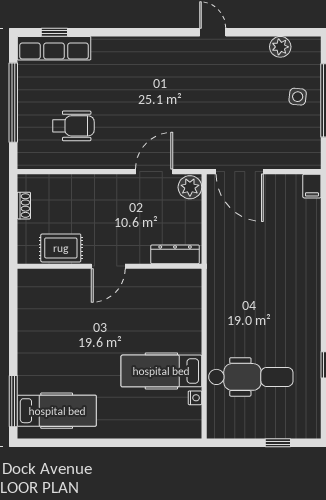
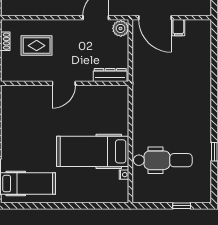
filing cabinet: (312, 186) -> (178, 28), moved
rug: (61, 248) -> (37, 46), moved
hospital bed: (161, 371) -> (93, 151), width x1.37, depth x1.29

